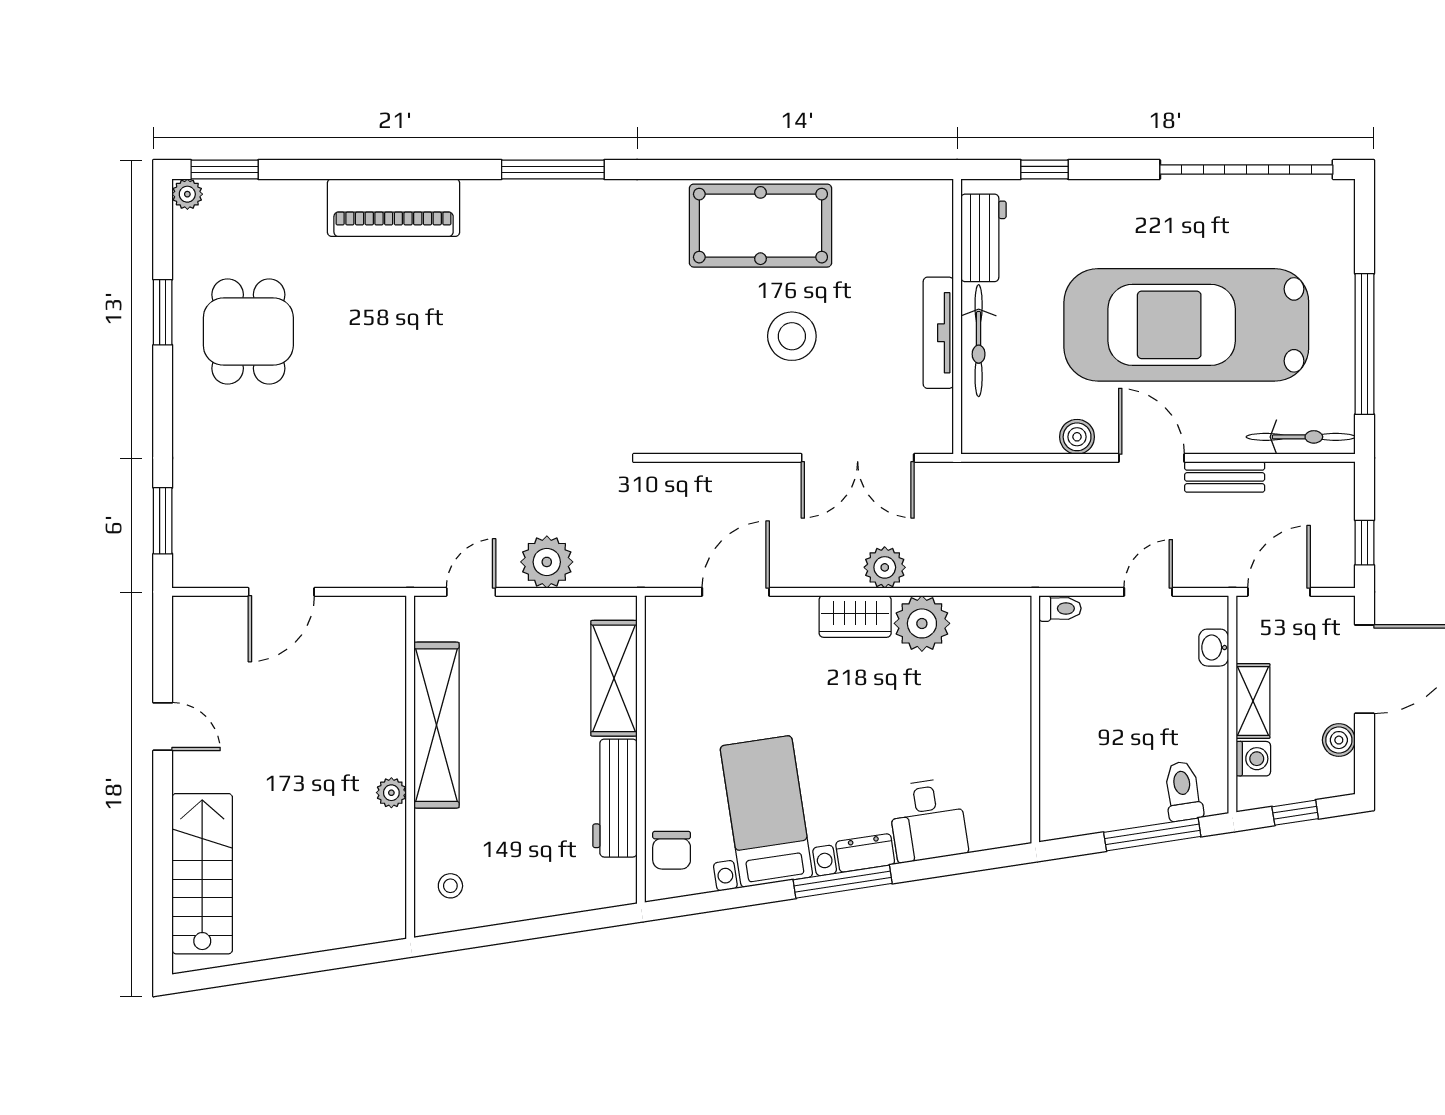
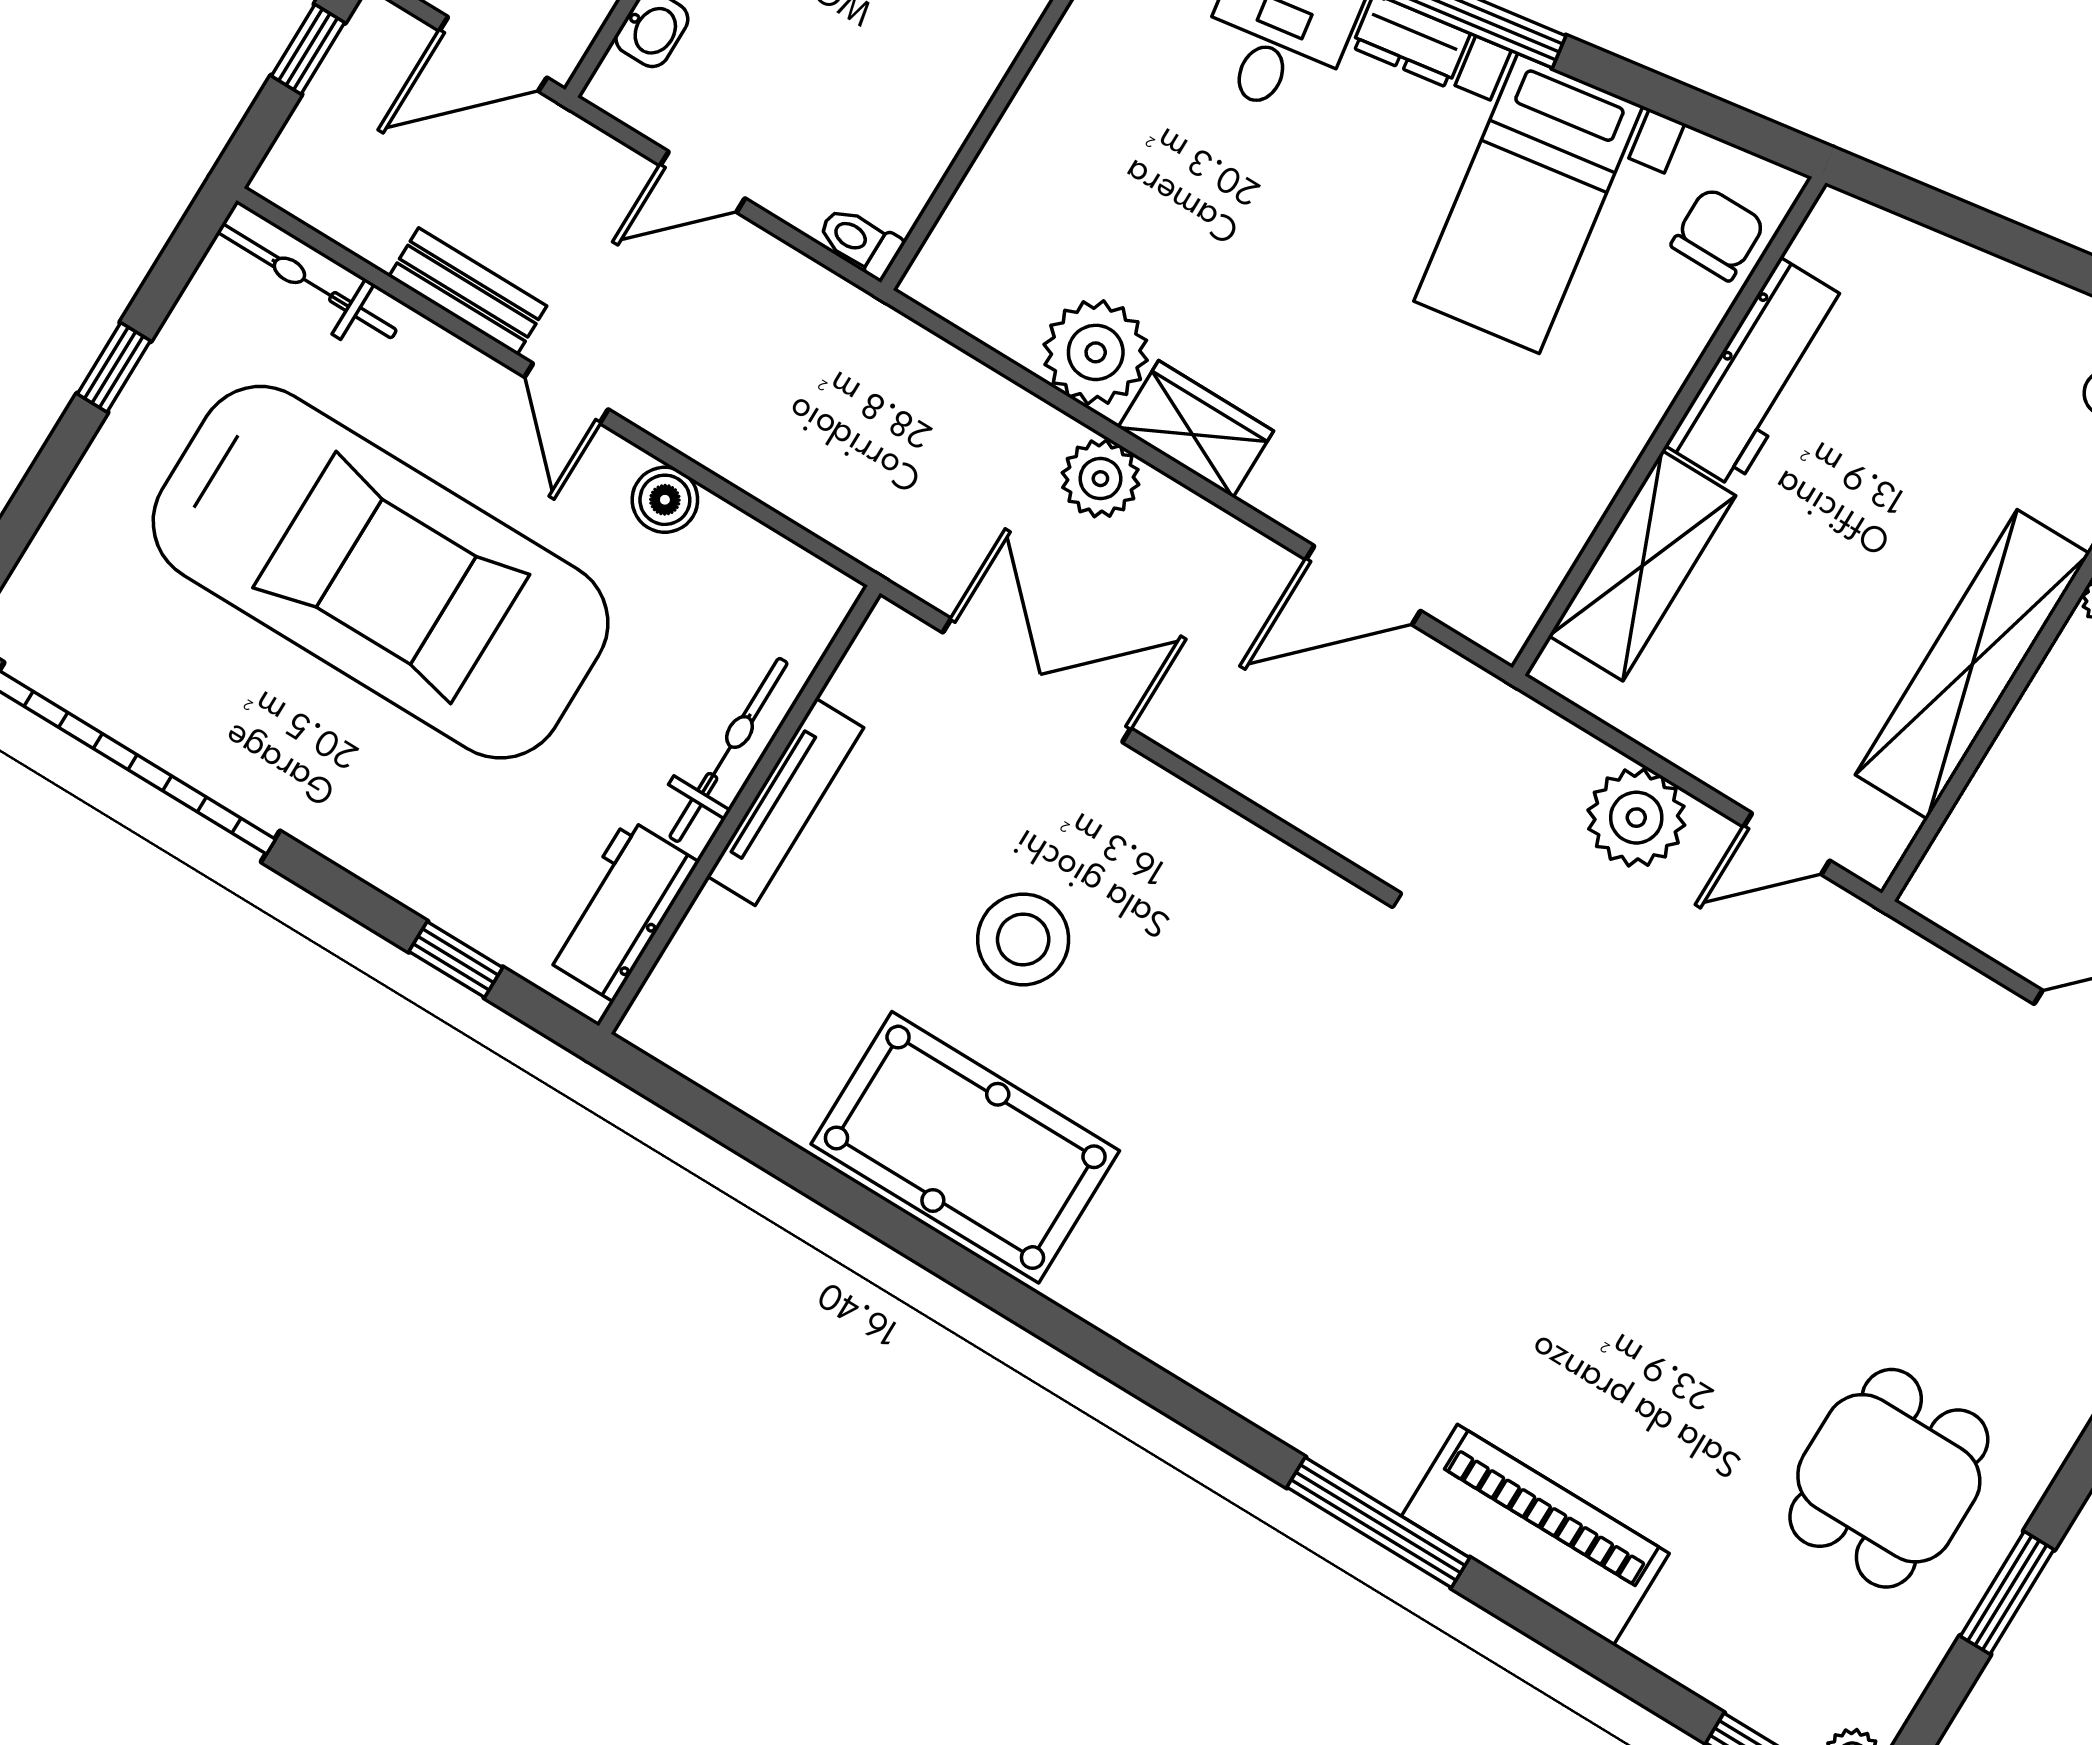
window: (553, 170) -> (1378, 1523), moved
window: (1365, 344) -> (114, 367), width x0.32
door: (1151, 458) -> (566, 393), width x0.73

